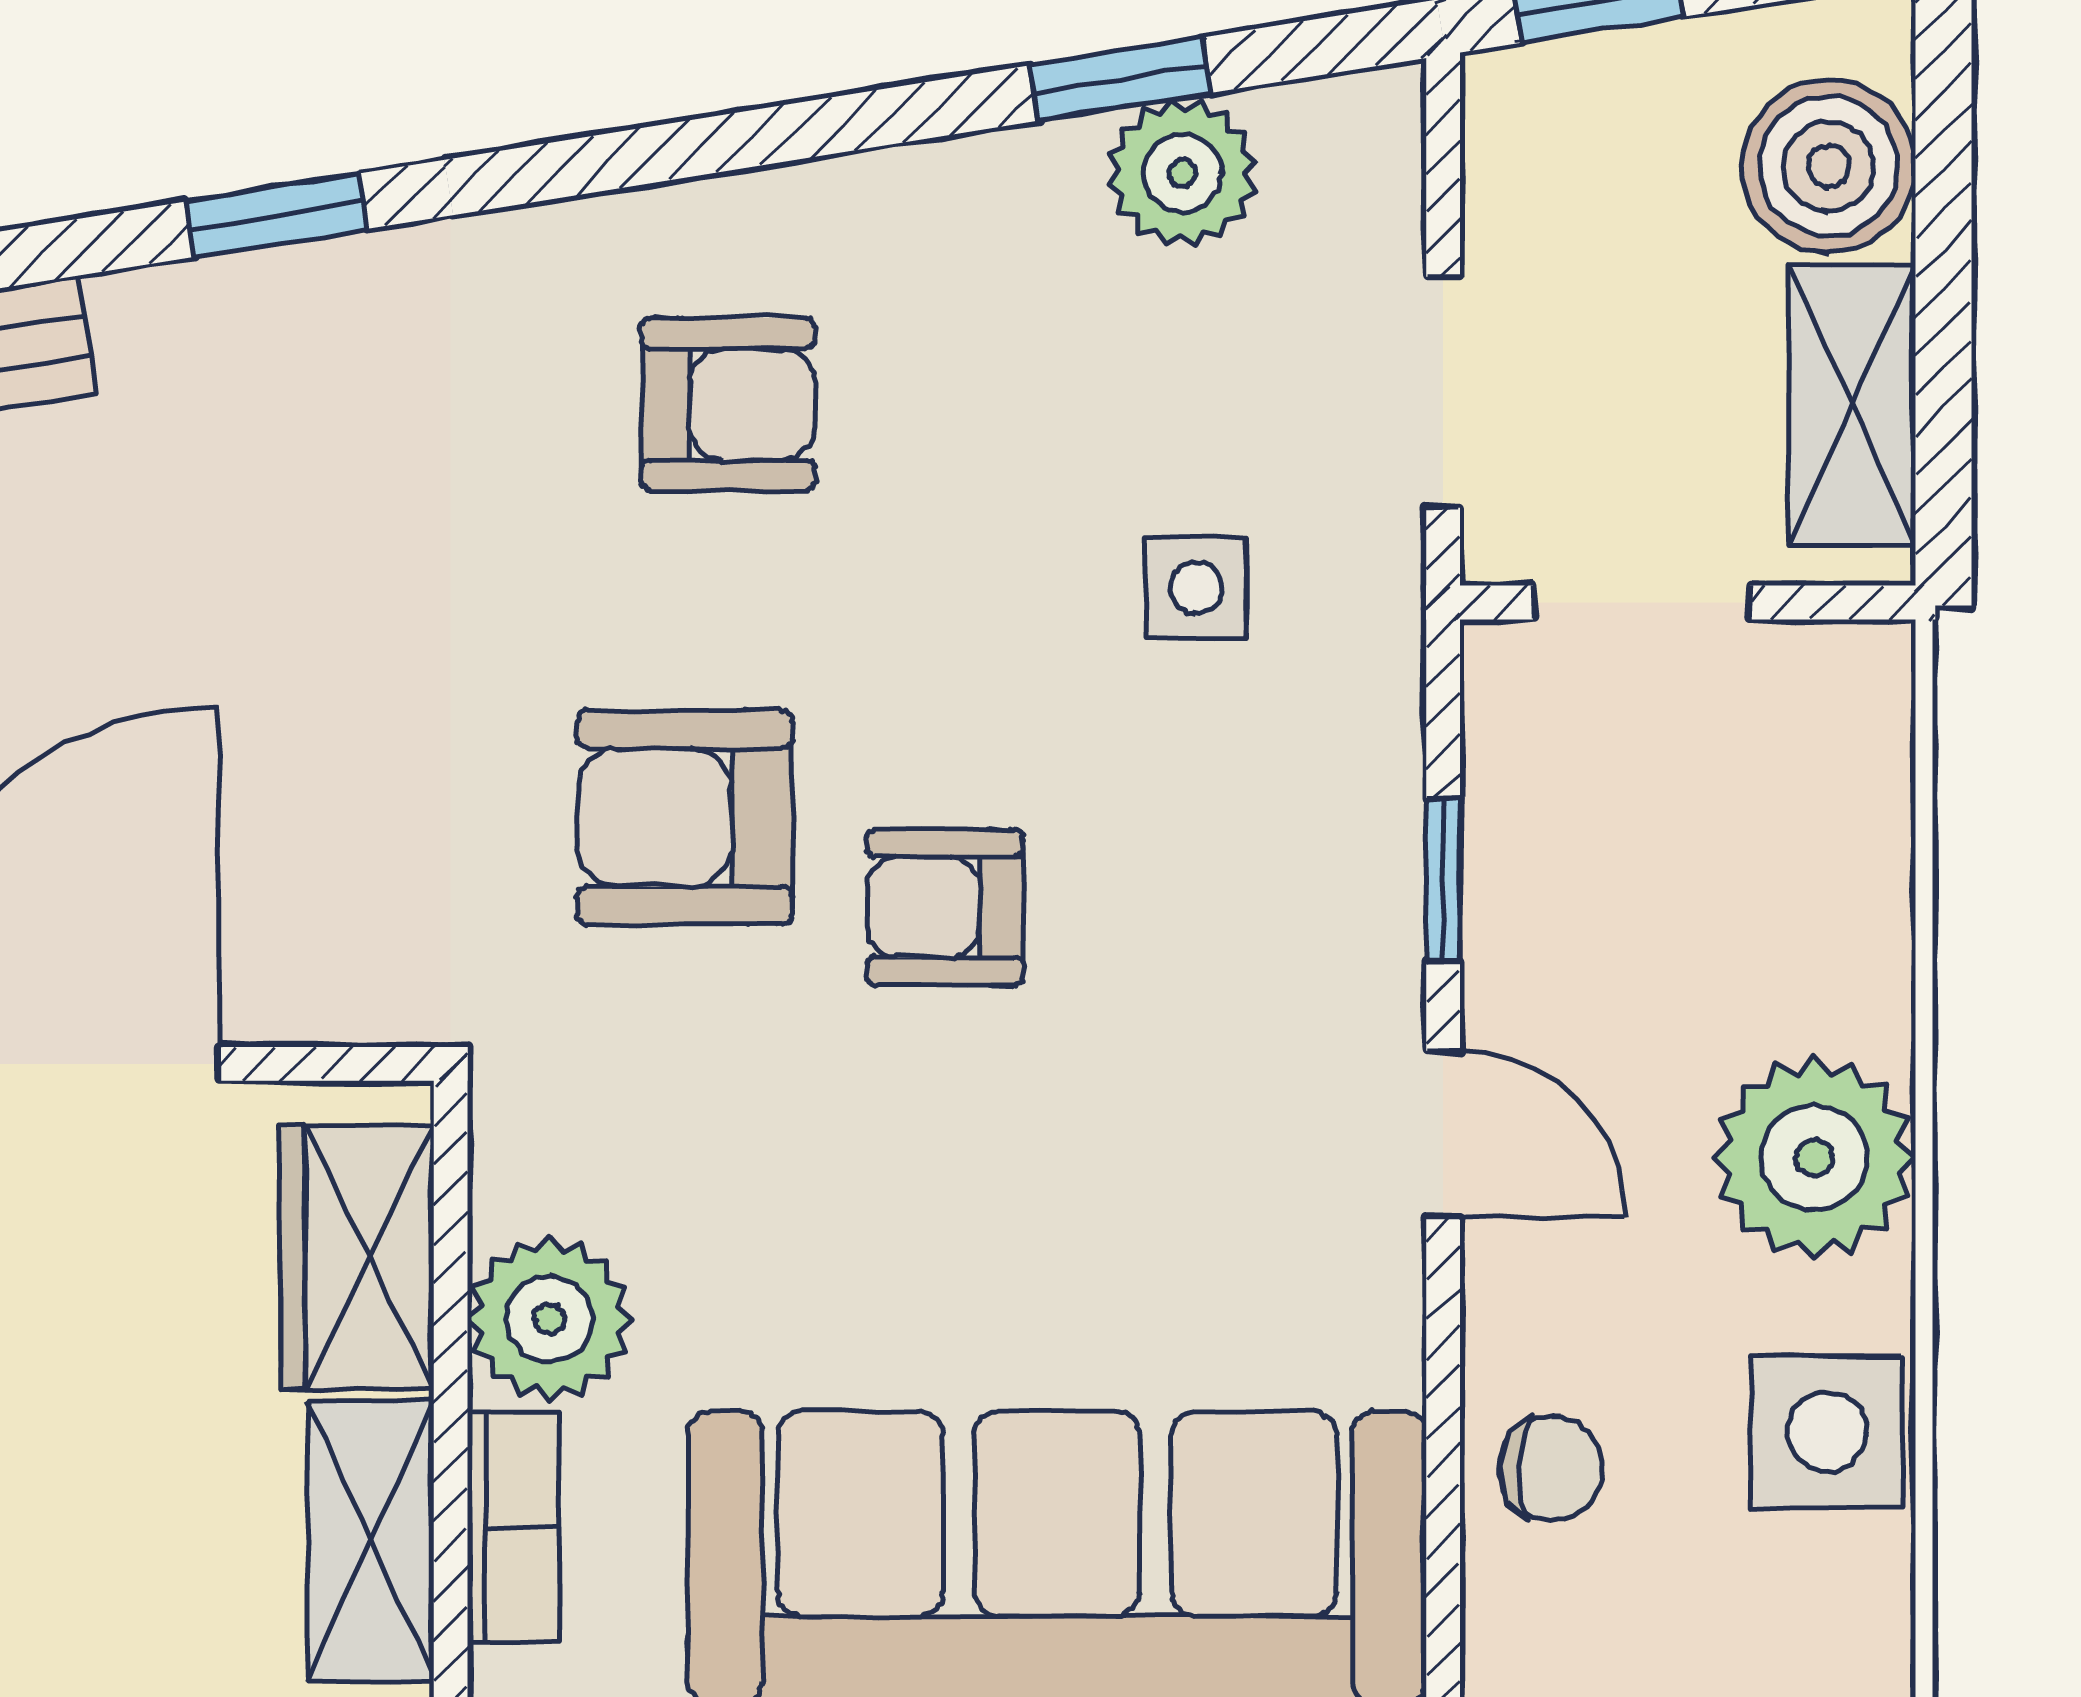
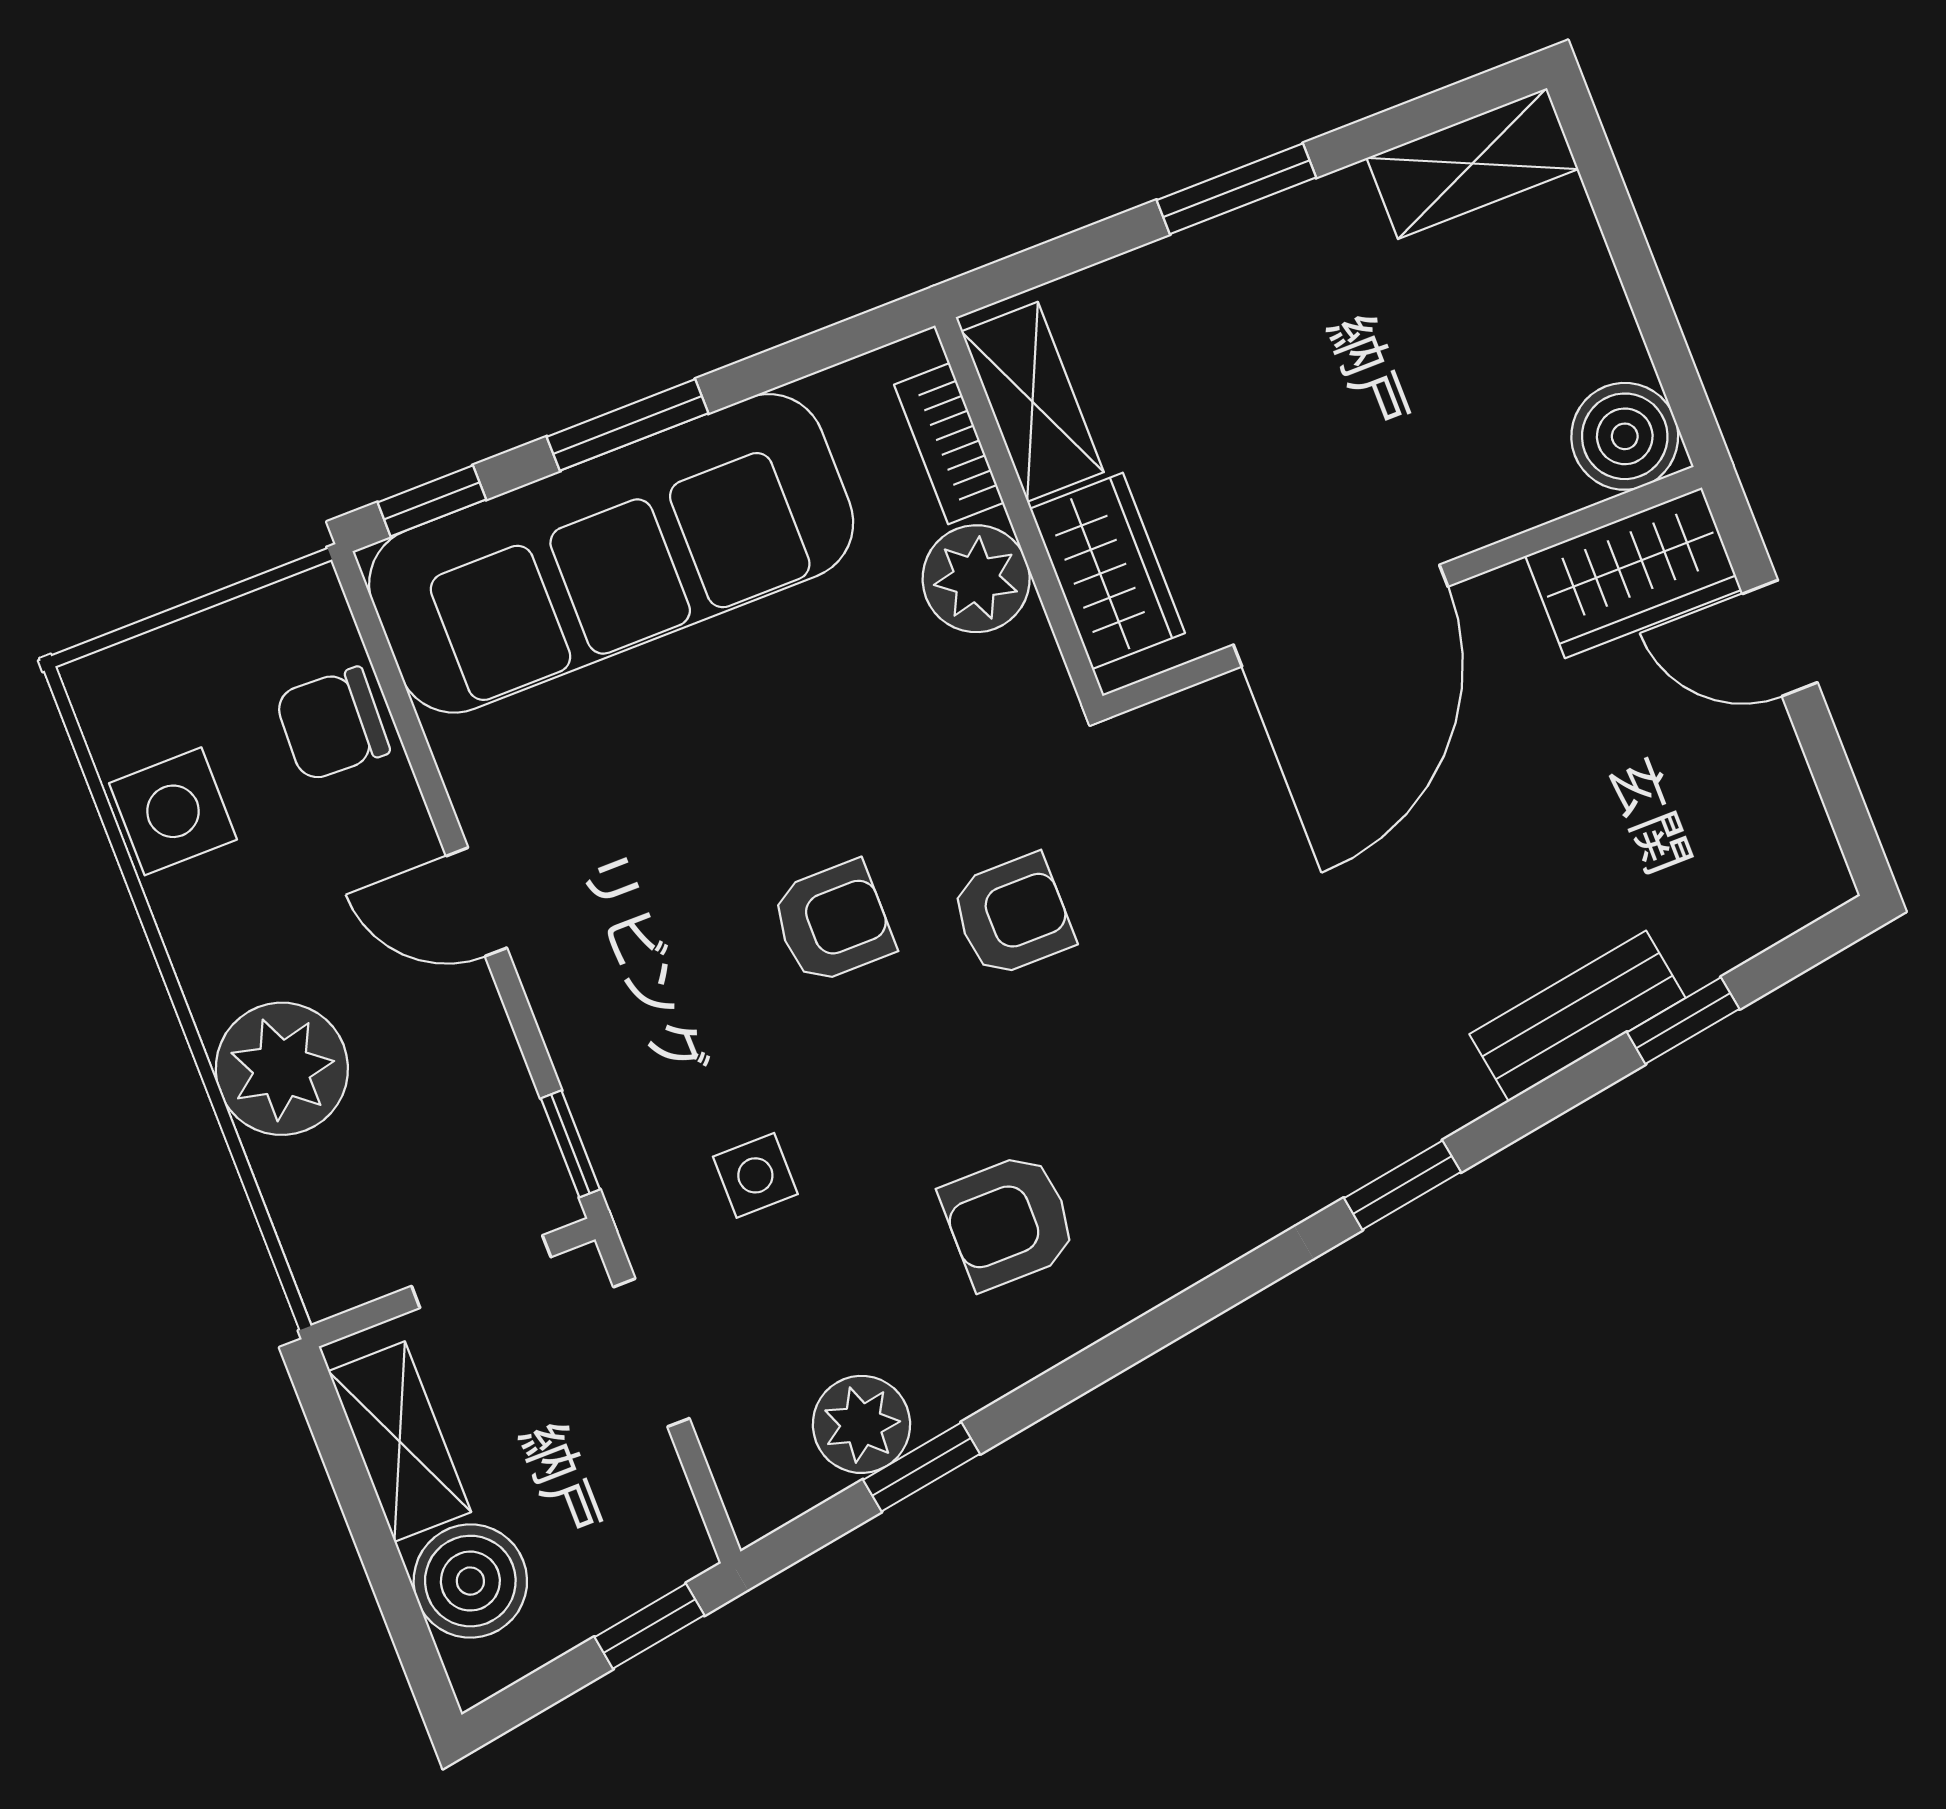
armchair: (728, 405) -> (1009, 1221), moved
armchair: (685, 817) -> (1012, 915), width x0.72, depth x0.72
window: (1443, 880) -> (570, 1144), moved
plant: (1814, 1158) -> (282, 1069), moved
chair: (1551, 1468) -> (332, 724), width x1.37, depth x1.37

